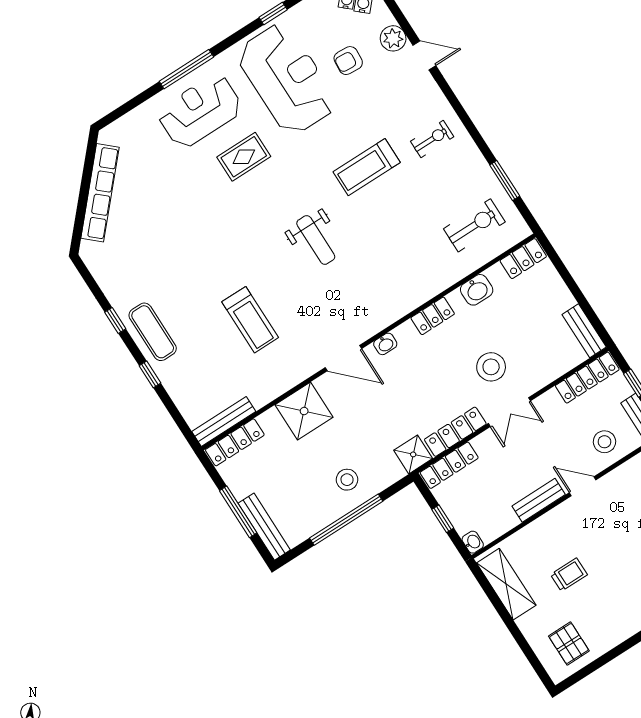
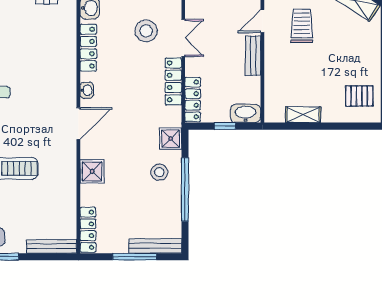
locker: (433, 316) -> (88, 48), width x1.53
shower: (304, 411) -> (92, 171), width x0.73, depth x0.73
bench: (224, 421) -> (52, 246), moved, turned 90
shower: (413, 454) -> (171, 139), moved
washbasin: (473, 542) -> (246, 113), width x1.91, depth x1.45
trolley: (569, 575) -> (302, 26), moved, width x1.36, depth x1.39
shelving: (506, 584) -> (303, 115), width x0.67, depth x0.75

